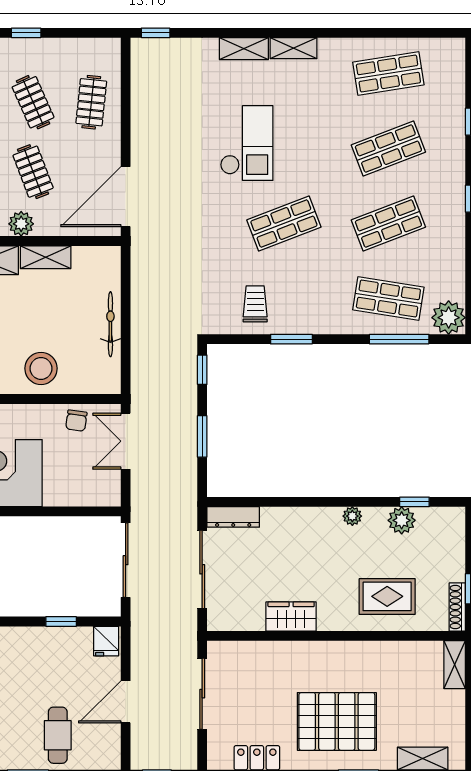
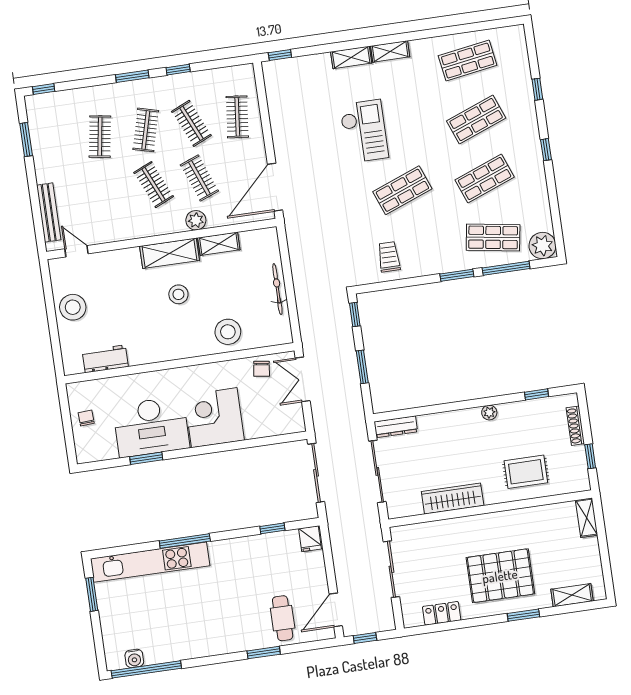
window: (291, 339) -> (457, 275), moved
plant: (402, 520) -> (529, 410), removed
shoe rack: (457, 607) -> (575, 426), moved
wardrobe: (291, 617) -> (453, 498), width x1.50
door: (126, 702) -> (336, 610), moved

